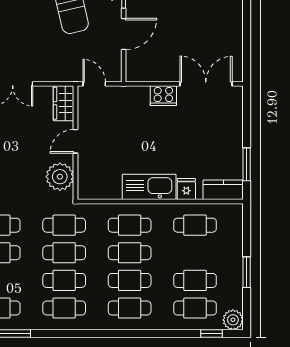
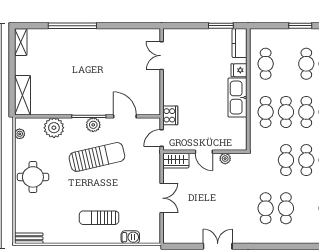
double door: (206, 84) -> (162, 56), width x0.73
cooker: (163, 96) -> (170, 115), moved
plant: (60, 177) -> (225, 159), width x0.53, depth x0.53
cafe table: (64, 225) -> (266, 160), removed

